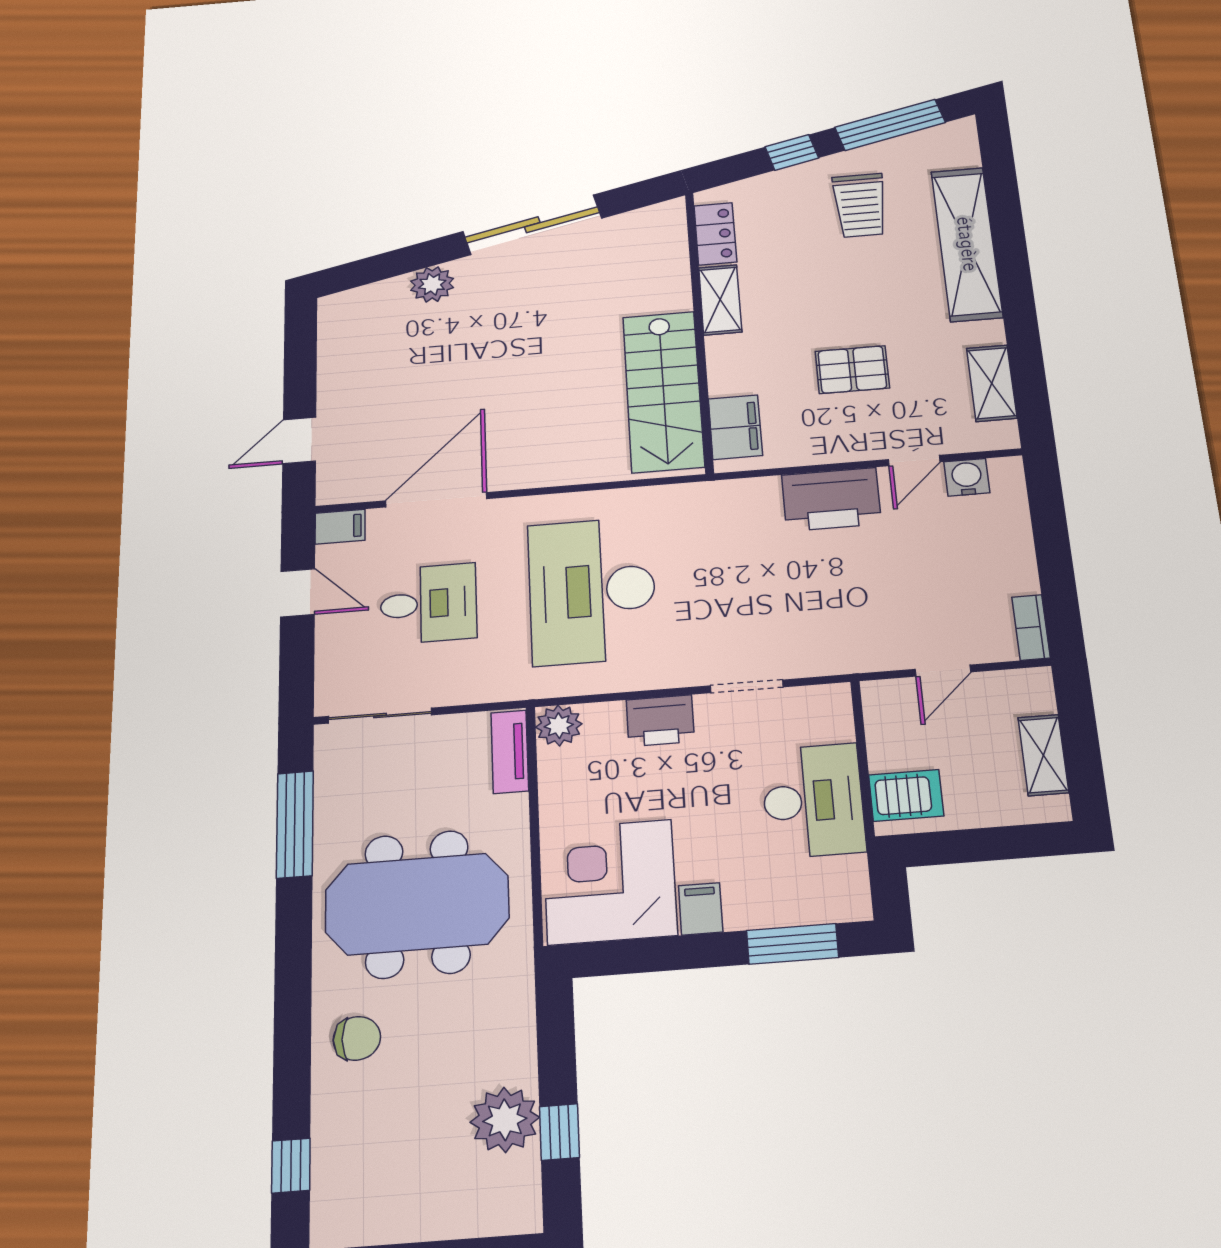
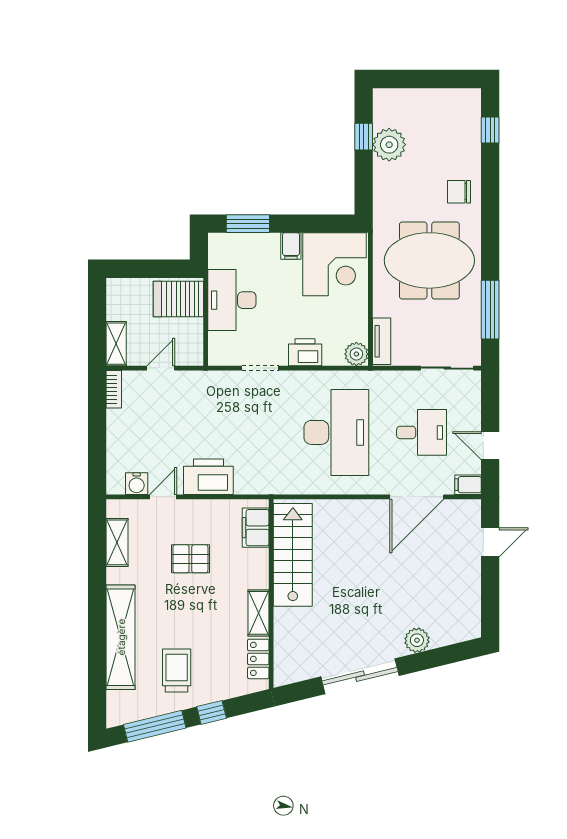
desk: (428, 604) -> (422, 432), turned 180
shelving: (1043, 755) -> (116, 344), moved
server rack: (906, 795) -> (178, 299), width x1.36, depth x1.44

